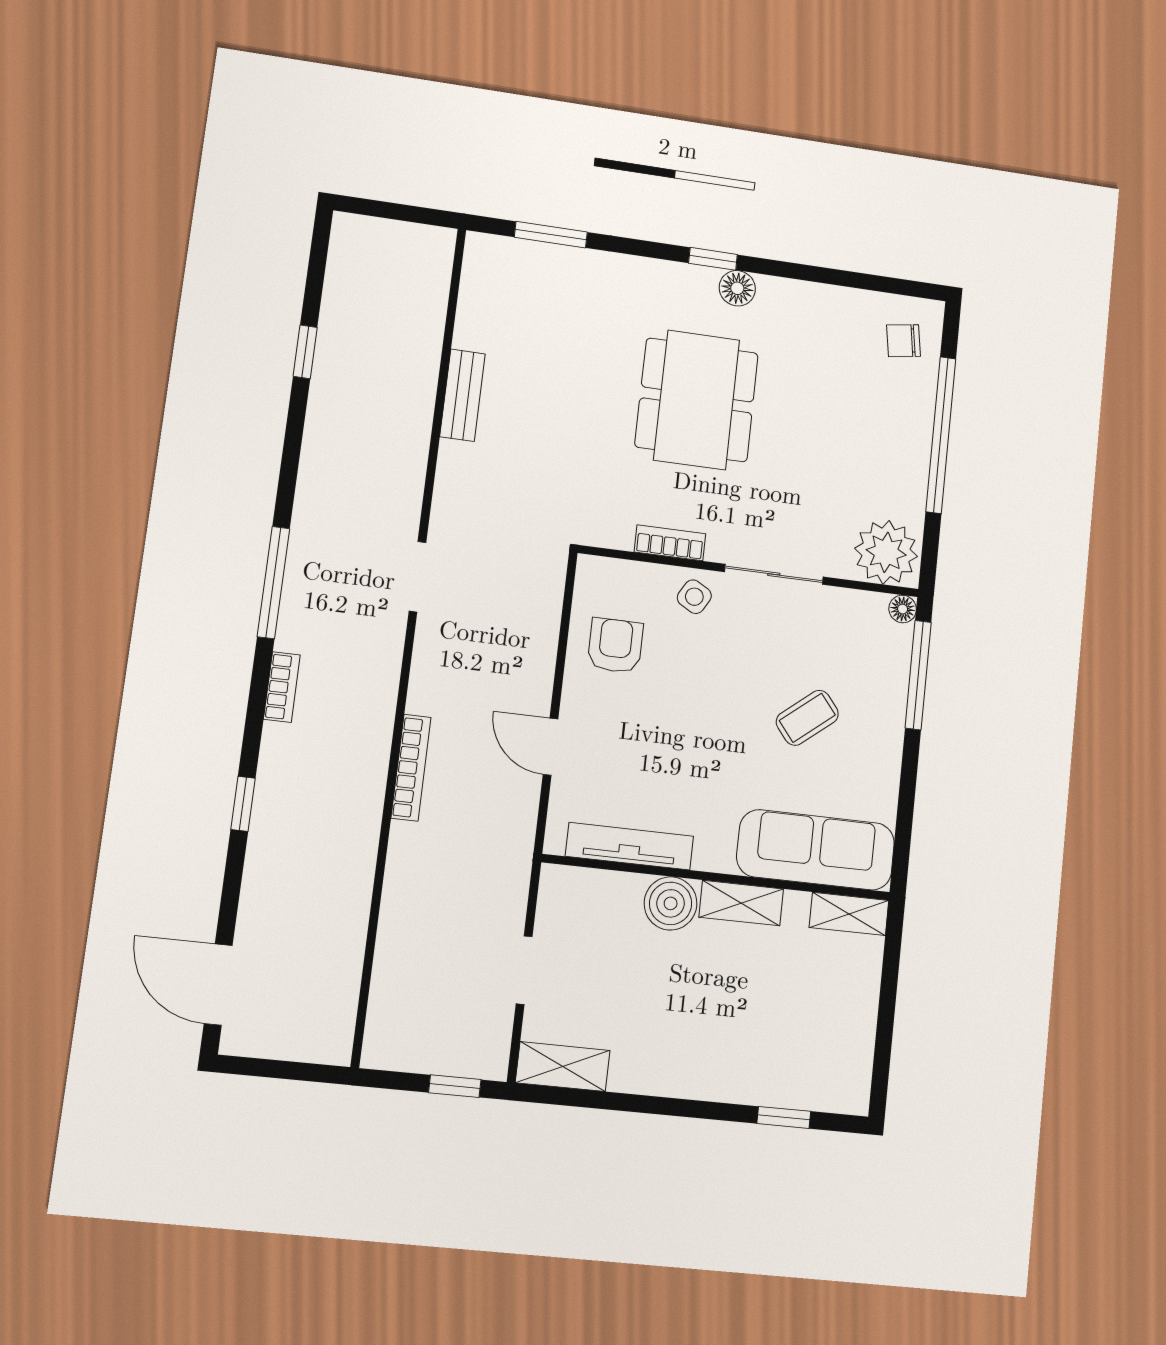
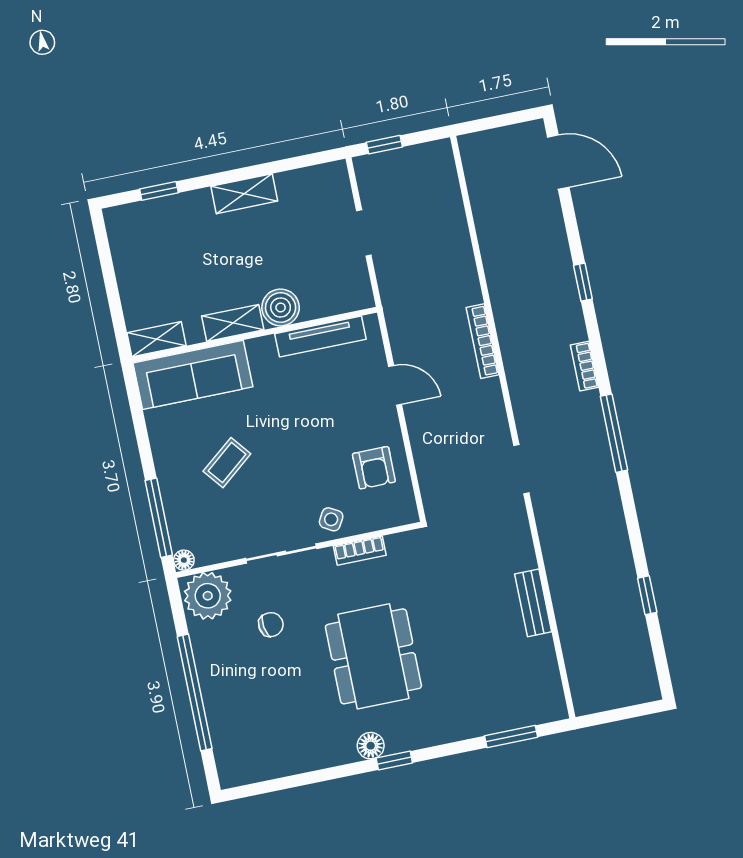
chair: (904, 341) -> (271, 625), moved
shelving: (563, 1067) -> (244, 194), moved

